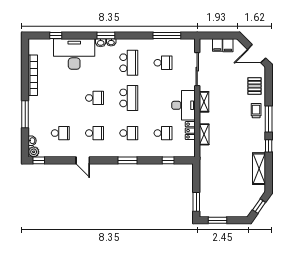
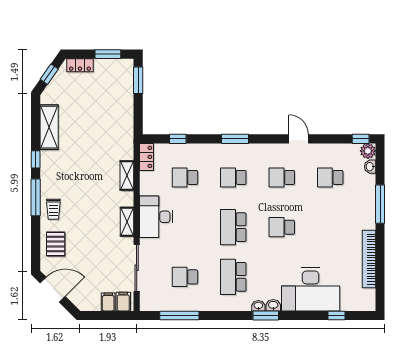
filing cabinet: (228, 45) -> (123, 302), moved
locker: (190, 131) -> (146, 157), moved
locker: (237, 212) -> (80, 65), added

